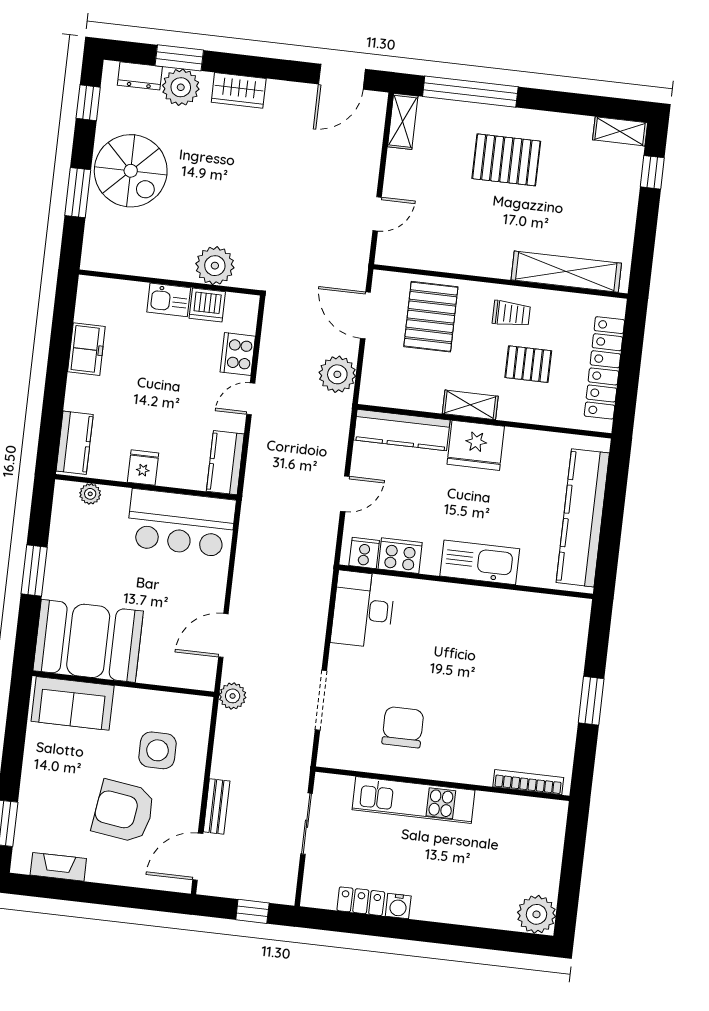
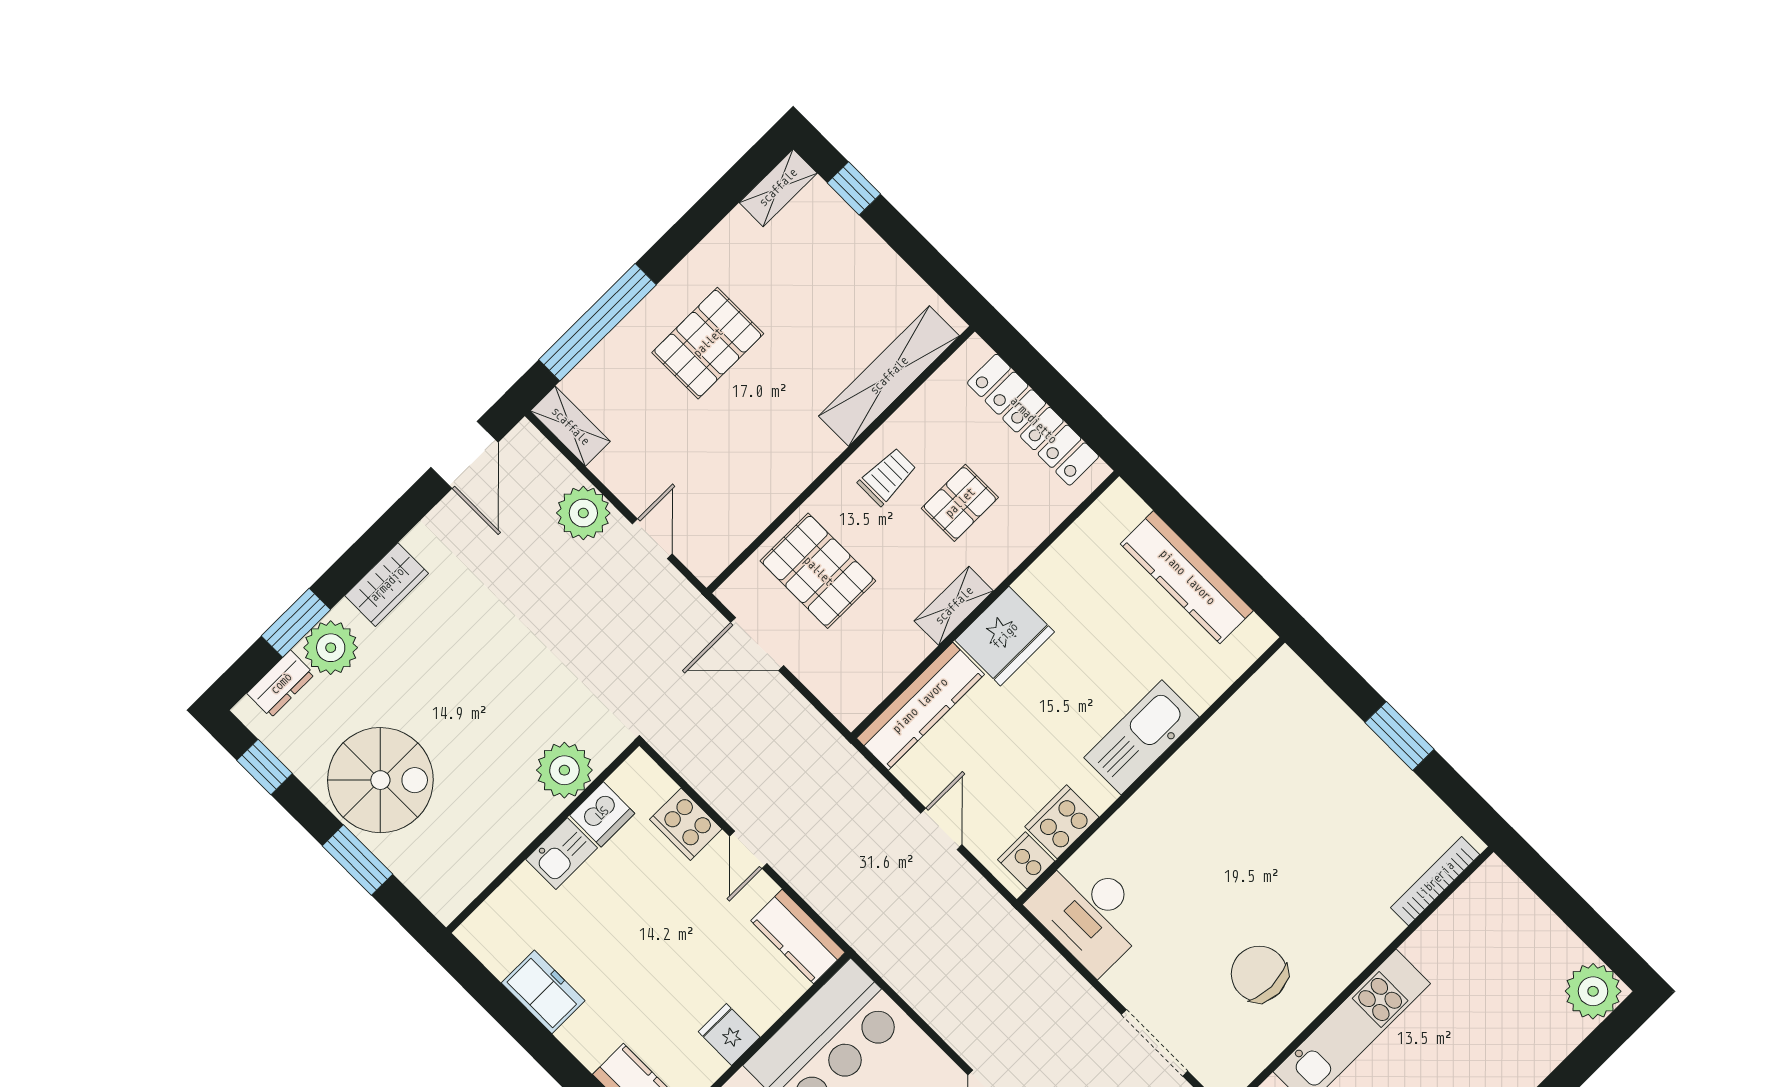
plant: (337, 374) -> (583, 513), moved
kitchen counter: (583, 518) -> (1187, 577), width x0.72, depth x0.86

